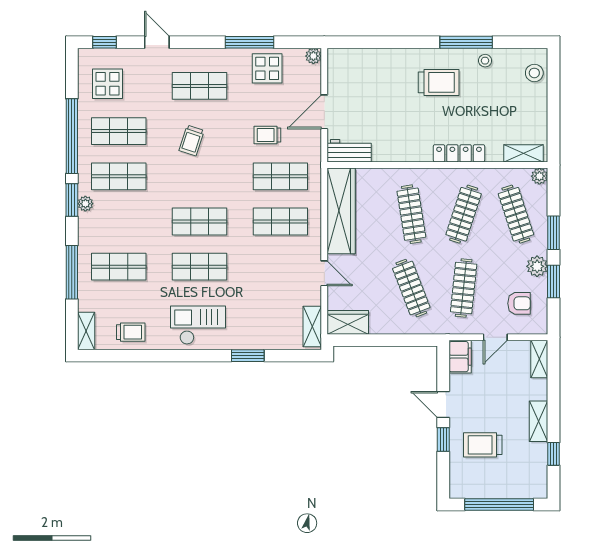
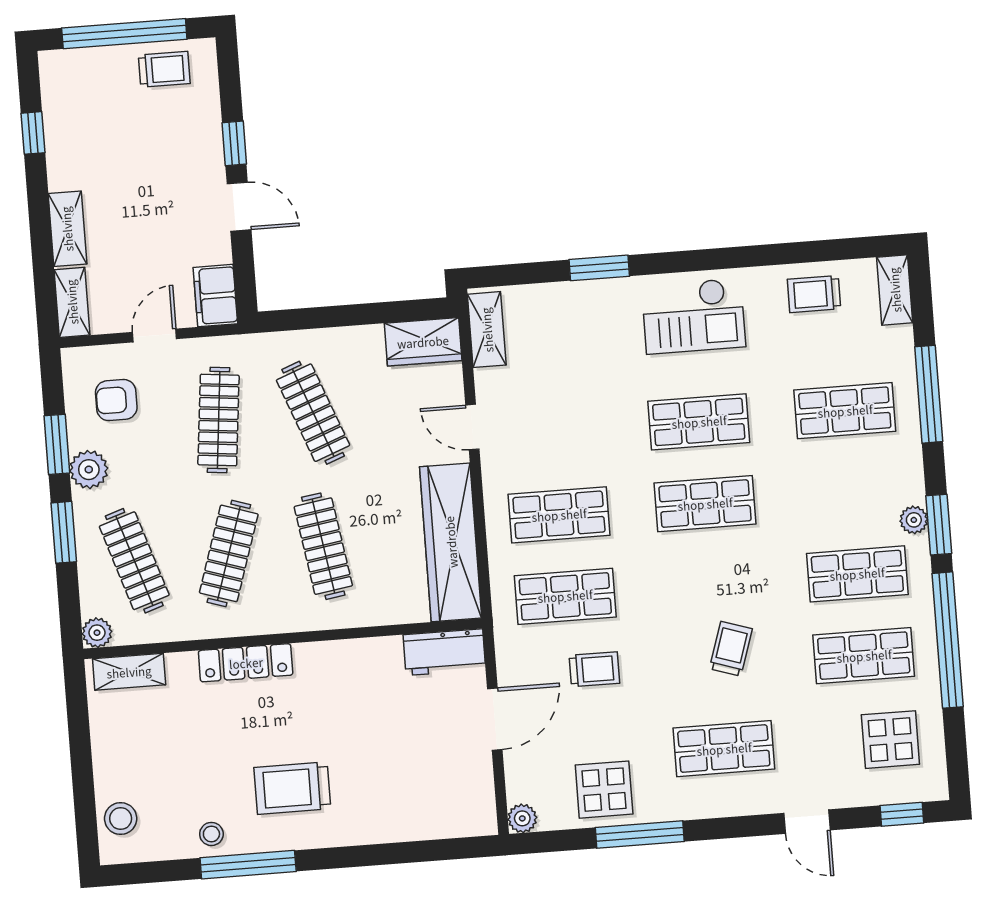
shelving: (539, 421) -> (67, 229), moved
trolley: (483, 445) -> (164, 69), moved, width x0.73, depth x0.72

